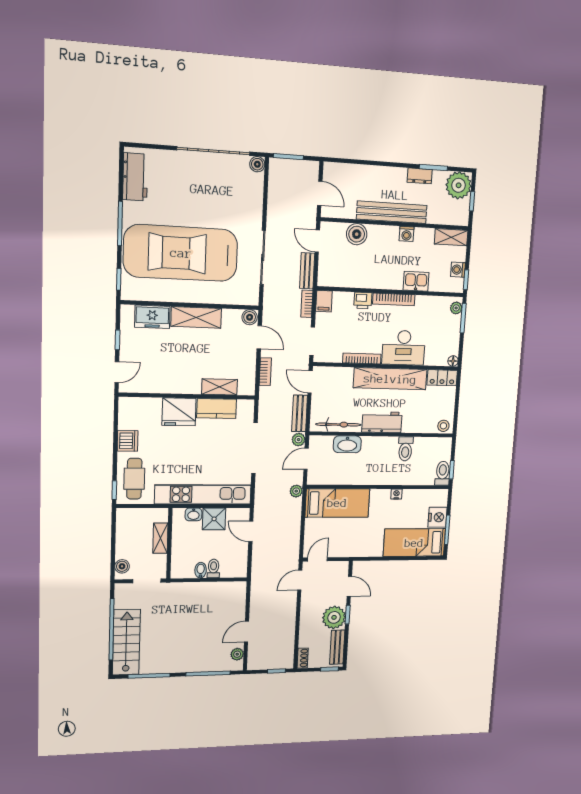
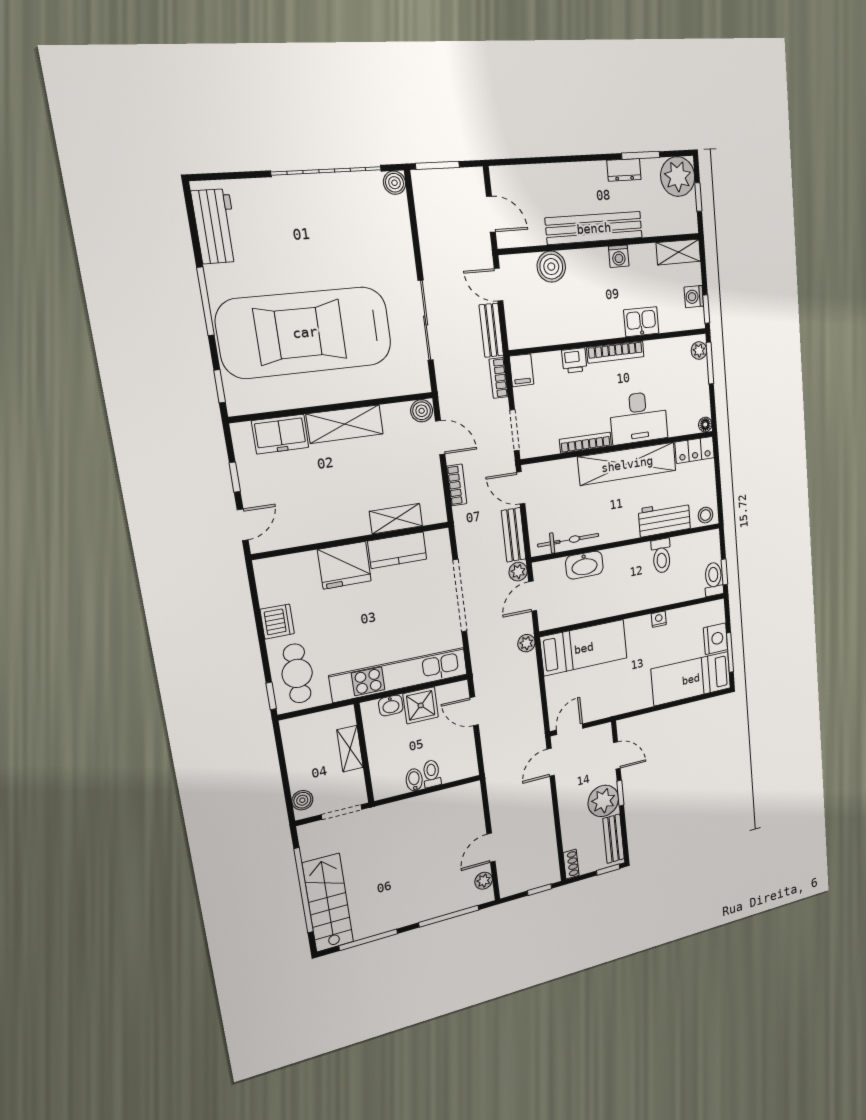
workbench: (382, 422) -> (664, 519), moved

